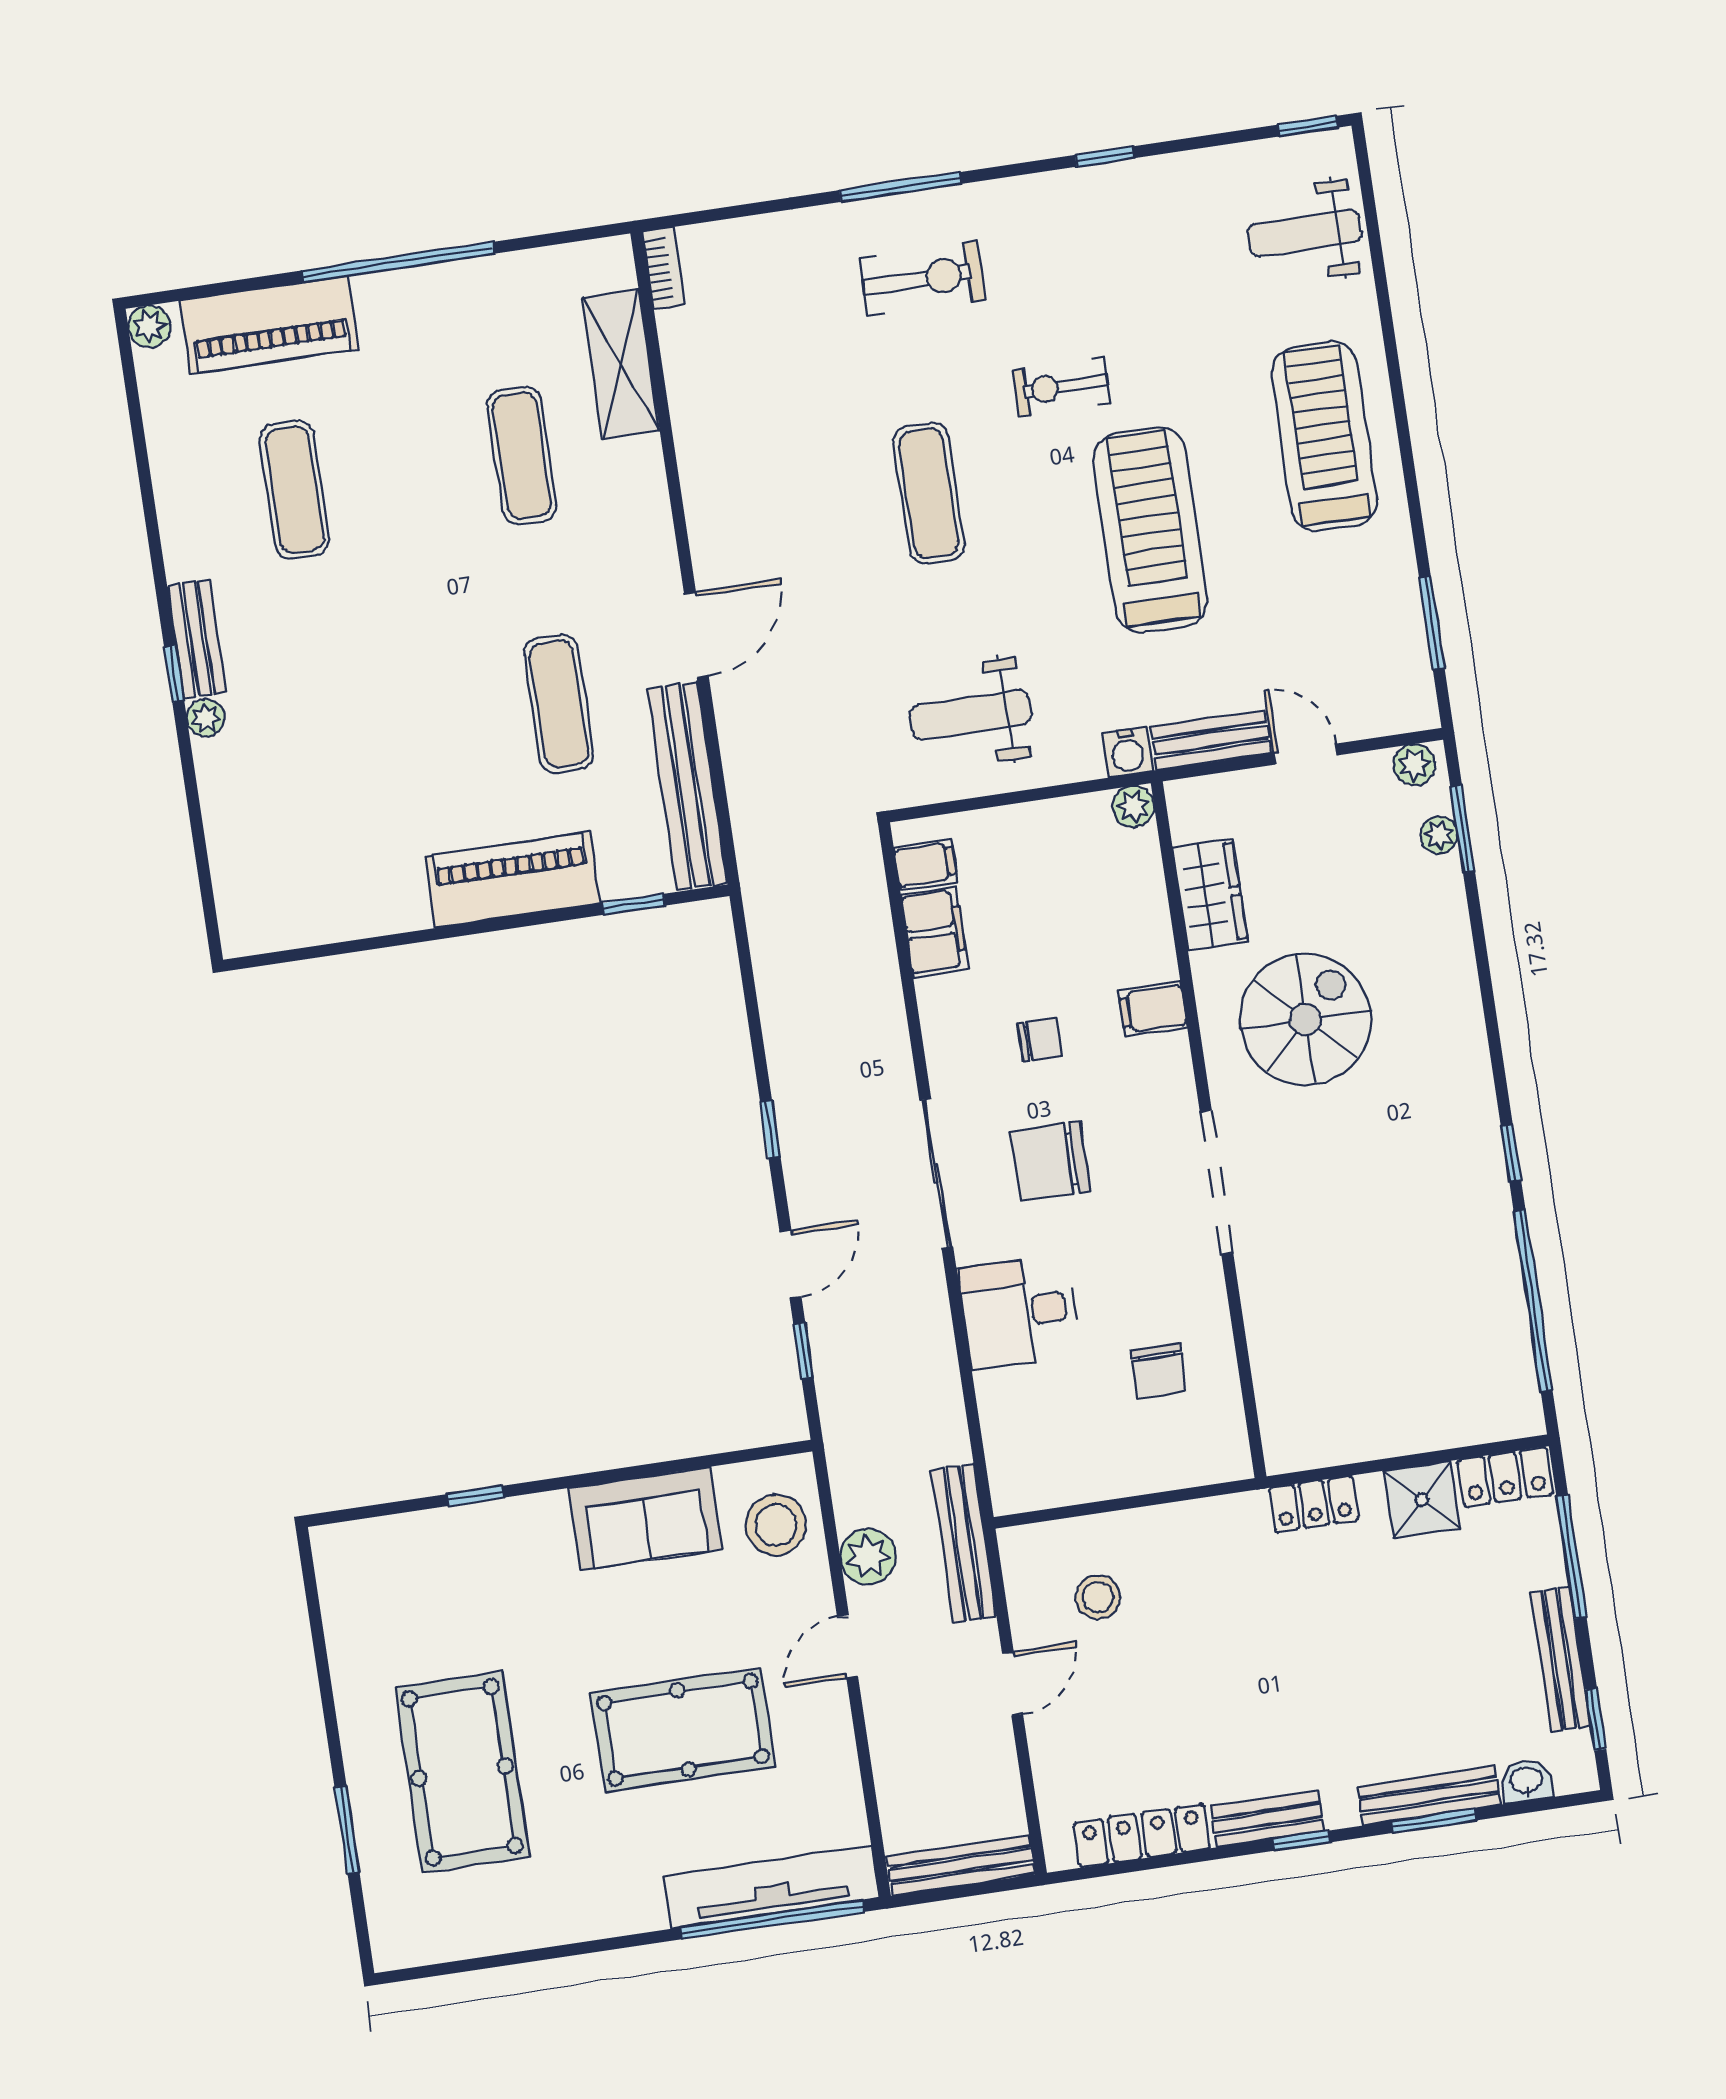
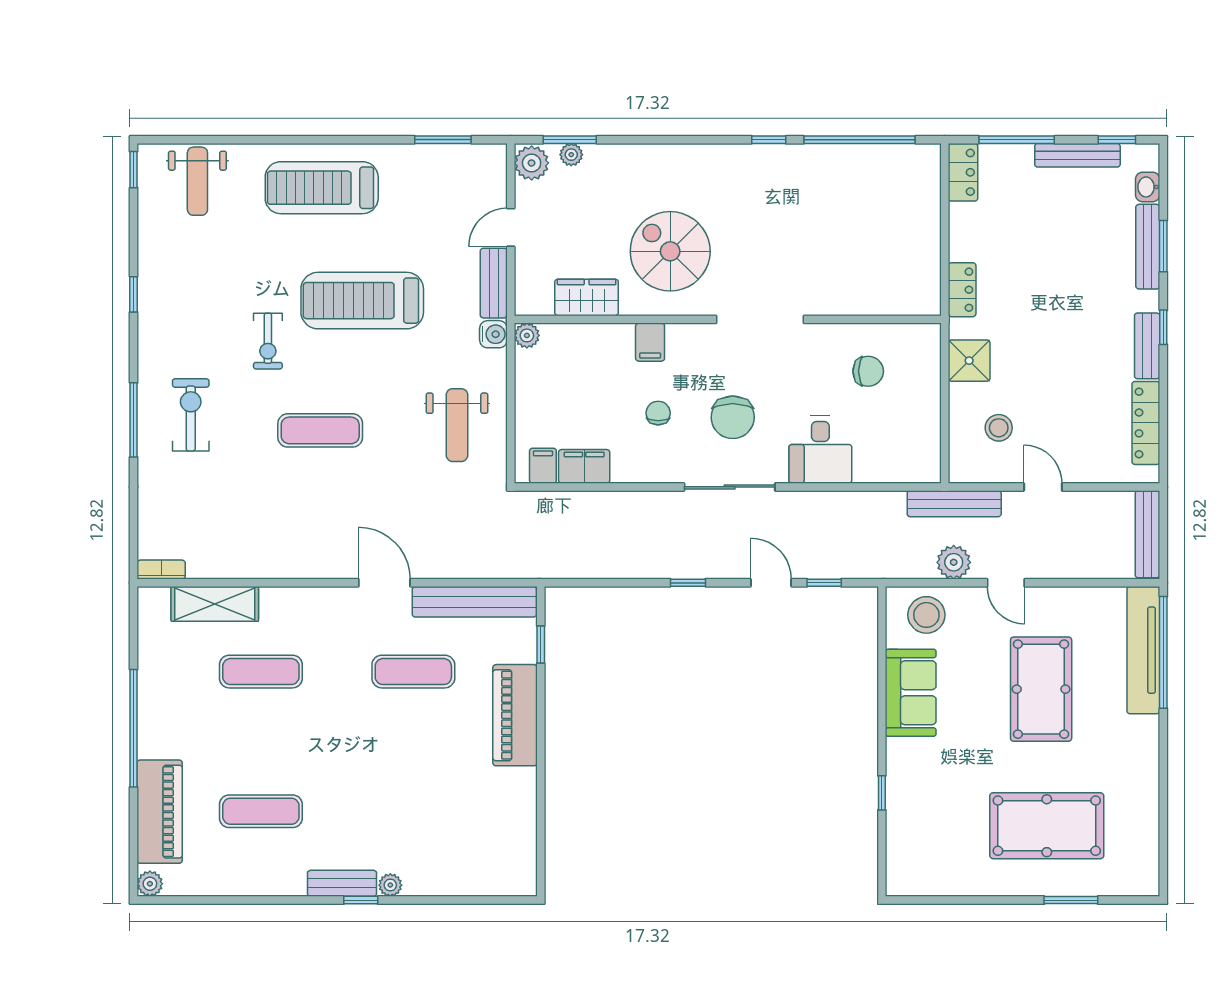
plant: (1414, 765) -> (532, 163), width x1.38, depth x1.38
shower: (1422, 1500) -> (969, 361), moved

